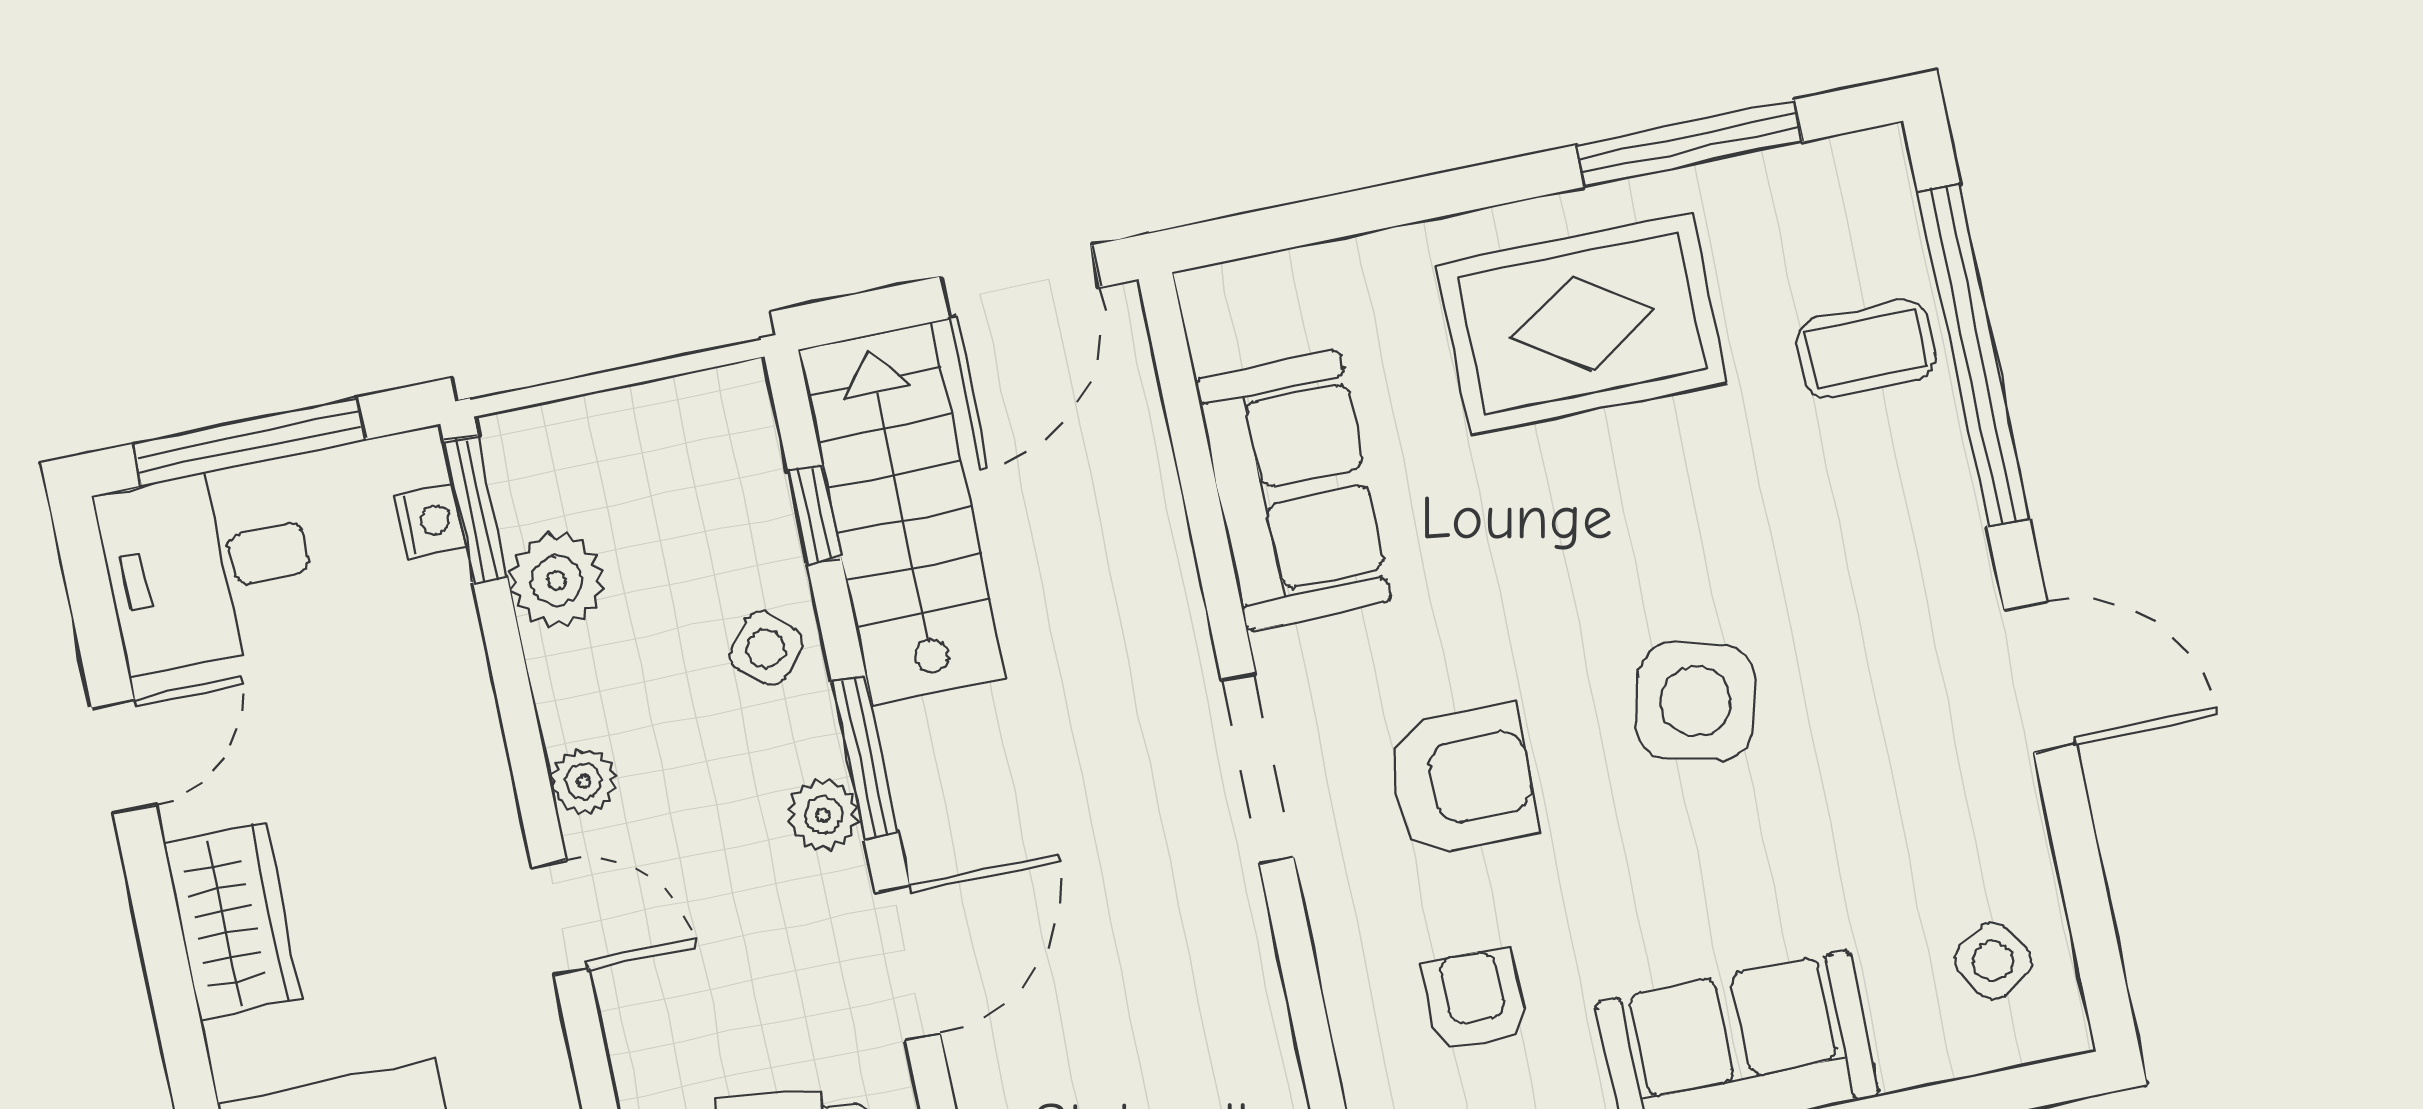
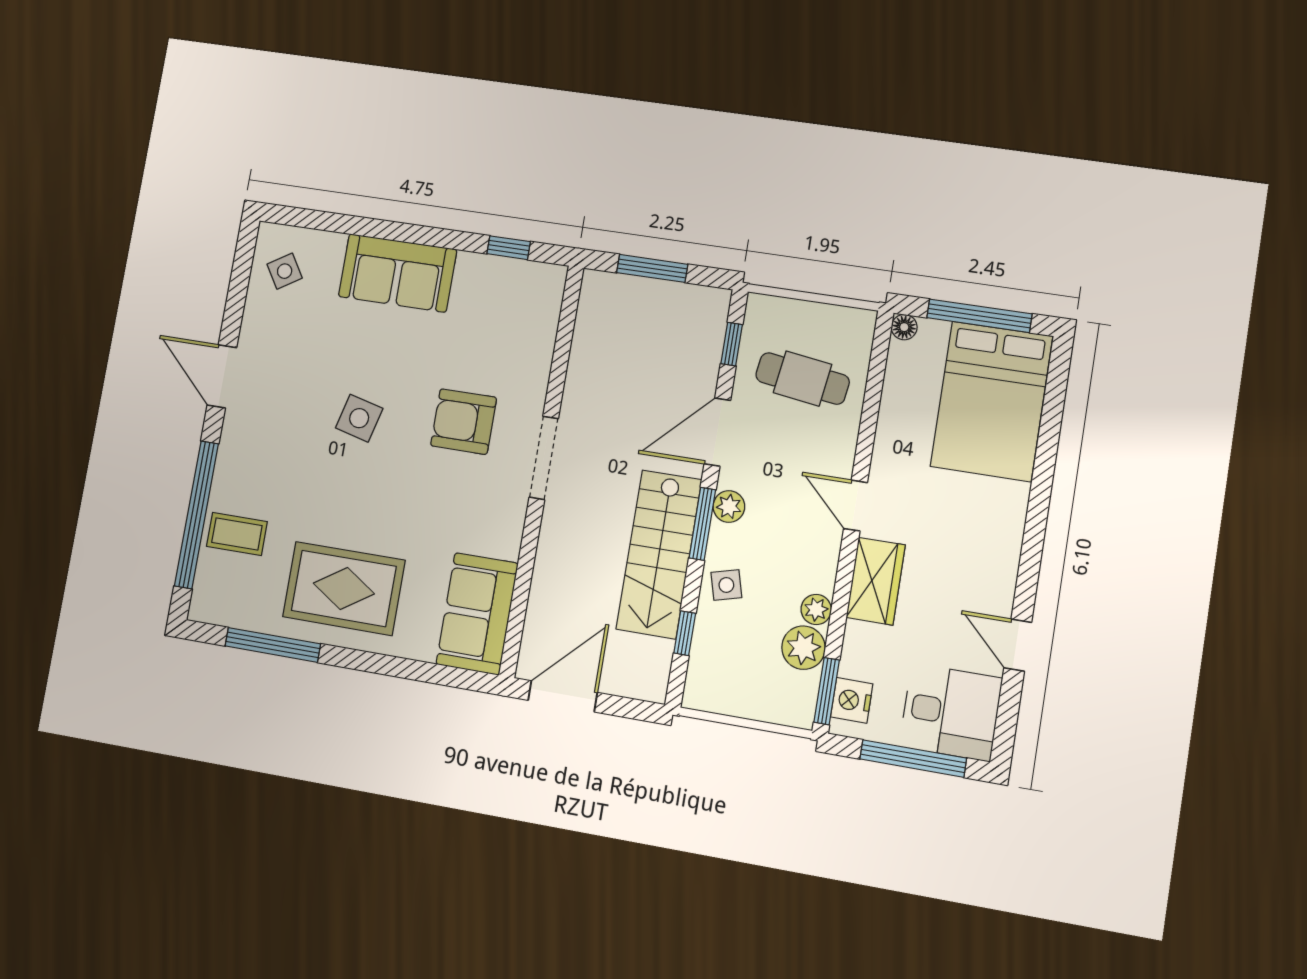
sofa: (1293, 491) -> (477, 614), moved
stairs: (902, 514) -> (659, 554), moved
nightstand: (430, 521) -> (852, 700), width x1.39, depth x1.35
side table: (766, 649) -> (726, 585), turned 36
side table: (1695, 702) -> (359, 418), width x0.73, depth x0.73
door: (124, 756) -> (1018, 645), hinge flipped
plant: (583, 781) -> (816, 609), moved
wardrobe: (233, 921) -> (876, 581), moved, turned 180
armchair: (1475, 1000) -> (493, 331), removed

